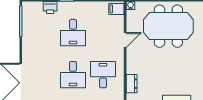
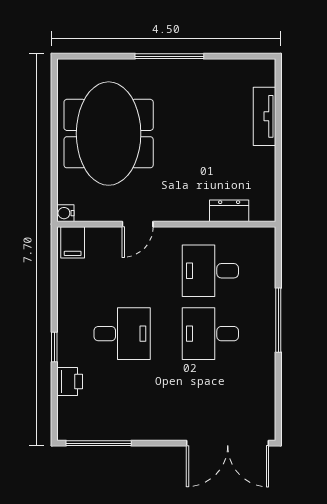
door: (125, 40) -> (138, 224), swing flipped
desk: (73, 75) -> (210, 334), turned 180

